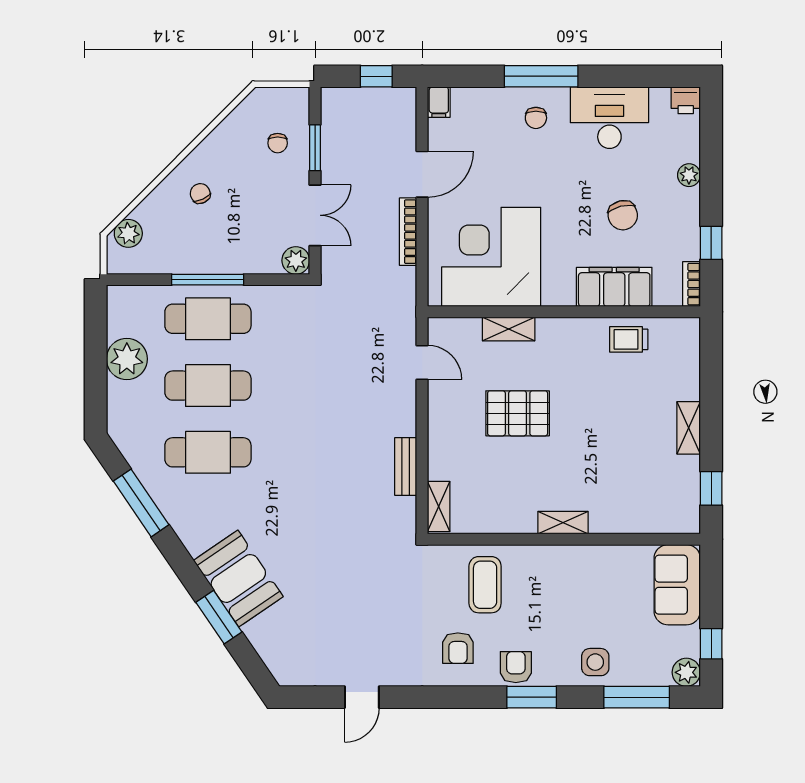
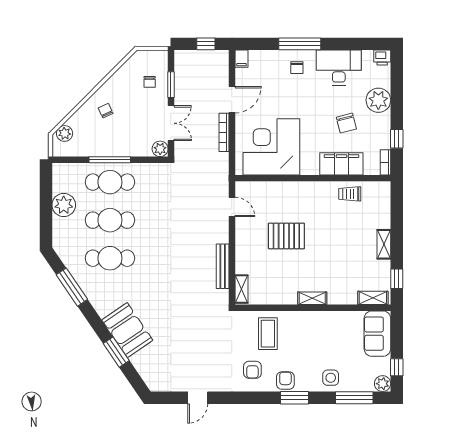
plant: (689, 175) -> (378, 100), width x1.88, depth x1.88
shelving: (509, 329) -> (373, 298), moved
bench: (406, 467) -> (223, 266), width x1.36

